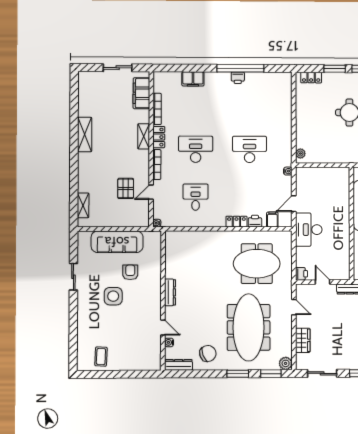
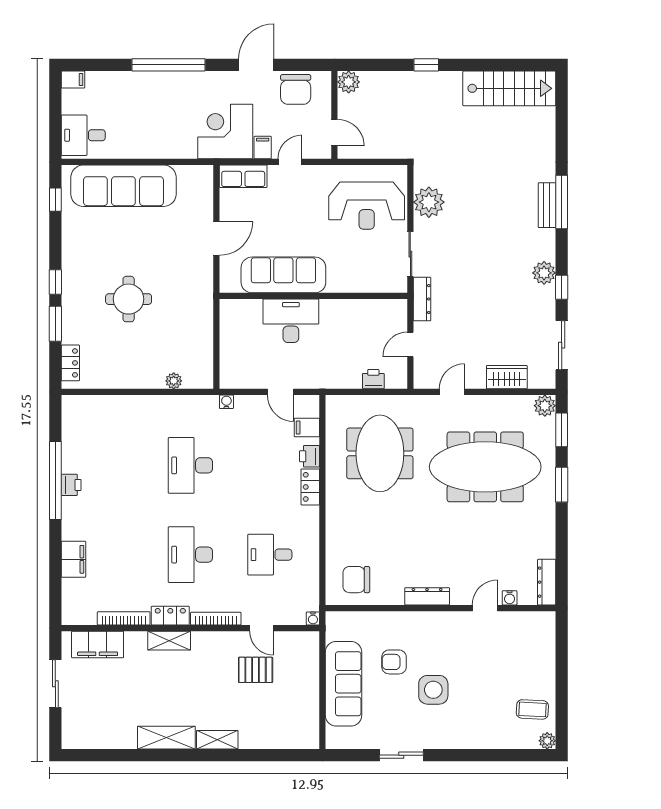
plant: (300, 153) -> (174, 381), moved
shelving: (83, 205) -> (217, 740), moved
desk: (309, 230) -> (291, 321), moved, turned 180
printer: (302, 274) -> (373, 379), moved
chair: (208, 353) -> (356, 580), moved, turned -70
plant: (82, 366) -> (547, 741), added

